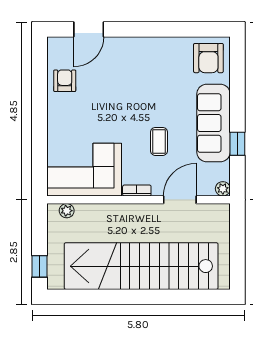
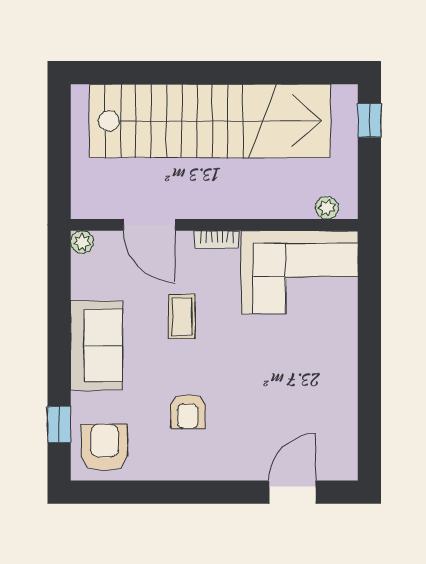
armchair: (65, 81) -> (188, 411), moved
sofa: (214, 123) -> (97, 345), width x0.73
window: (237, 144) -> (59, 424), moved
door: (180, 200) -> (149, 225), hinge flipped

